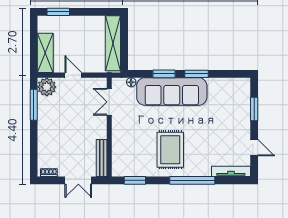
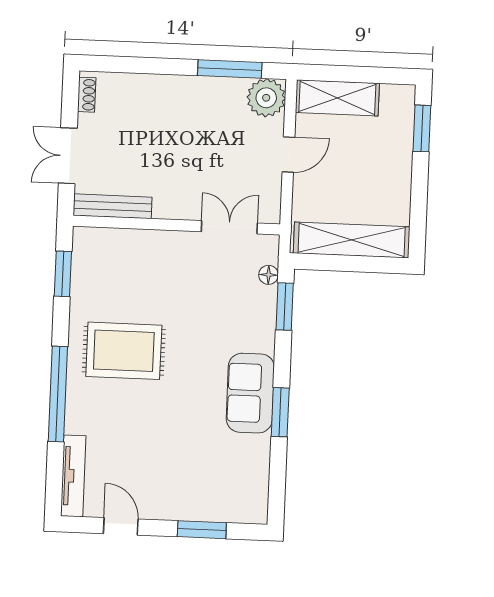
window: (164, 74) -> (285, 306), moved
sofa: (172, 91) -> (250, 393), width x0.54, depth x0.79
door: (254, 148) -> (121, 526), swing flipped

